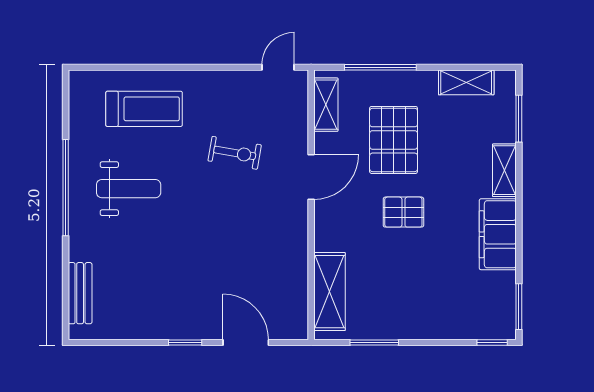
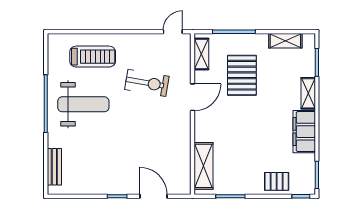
exercise bike: (235, 153) -> (147, 83), width x1.38, depth x1.39
weight bench: (129, 189) -> (83, 104), width x1.36, depth x1.33
pallet: (403, 212) -> (277, 181), moved

